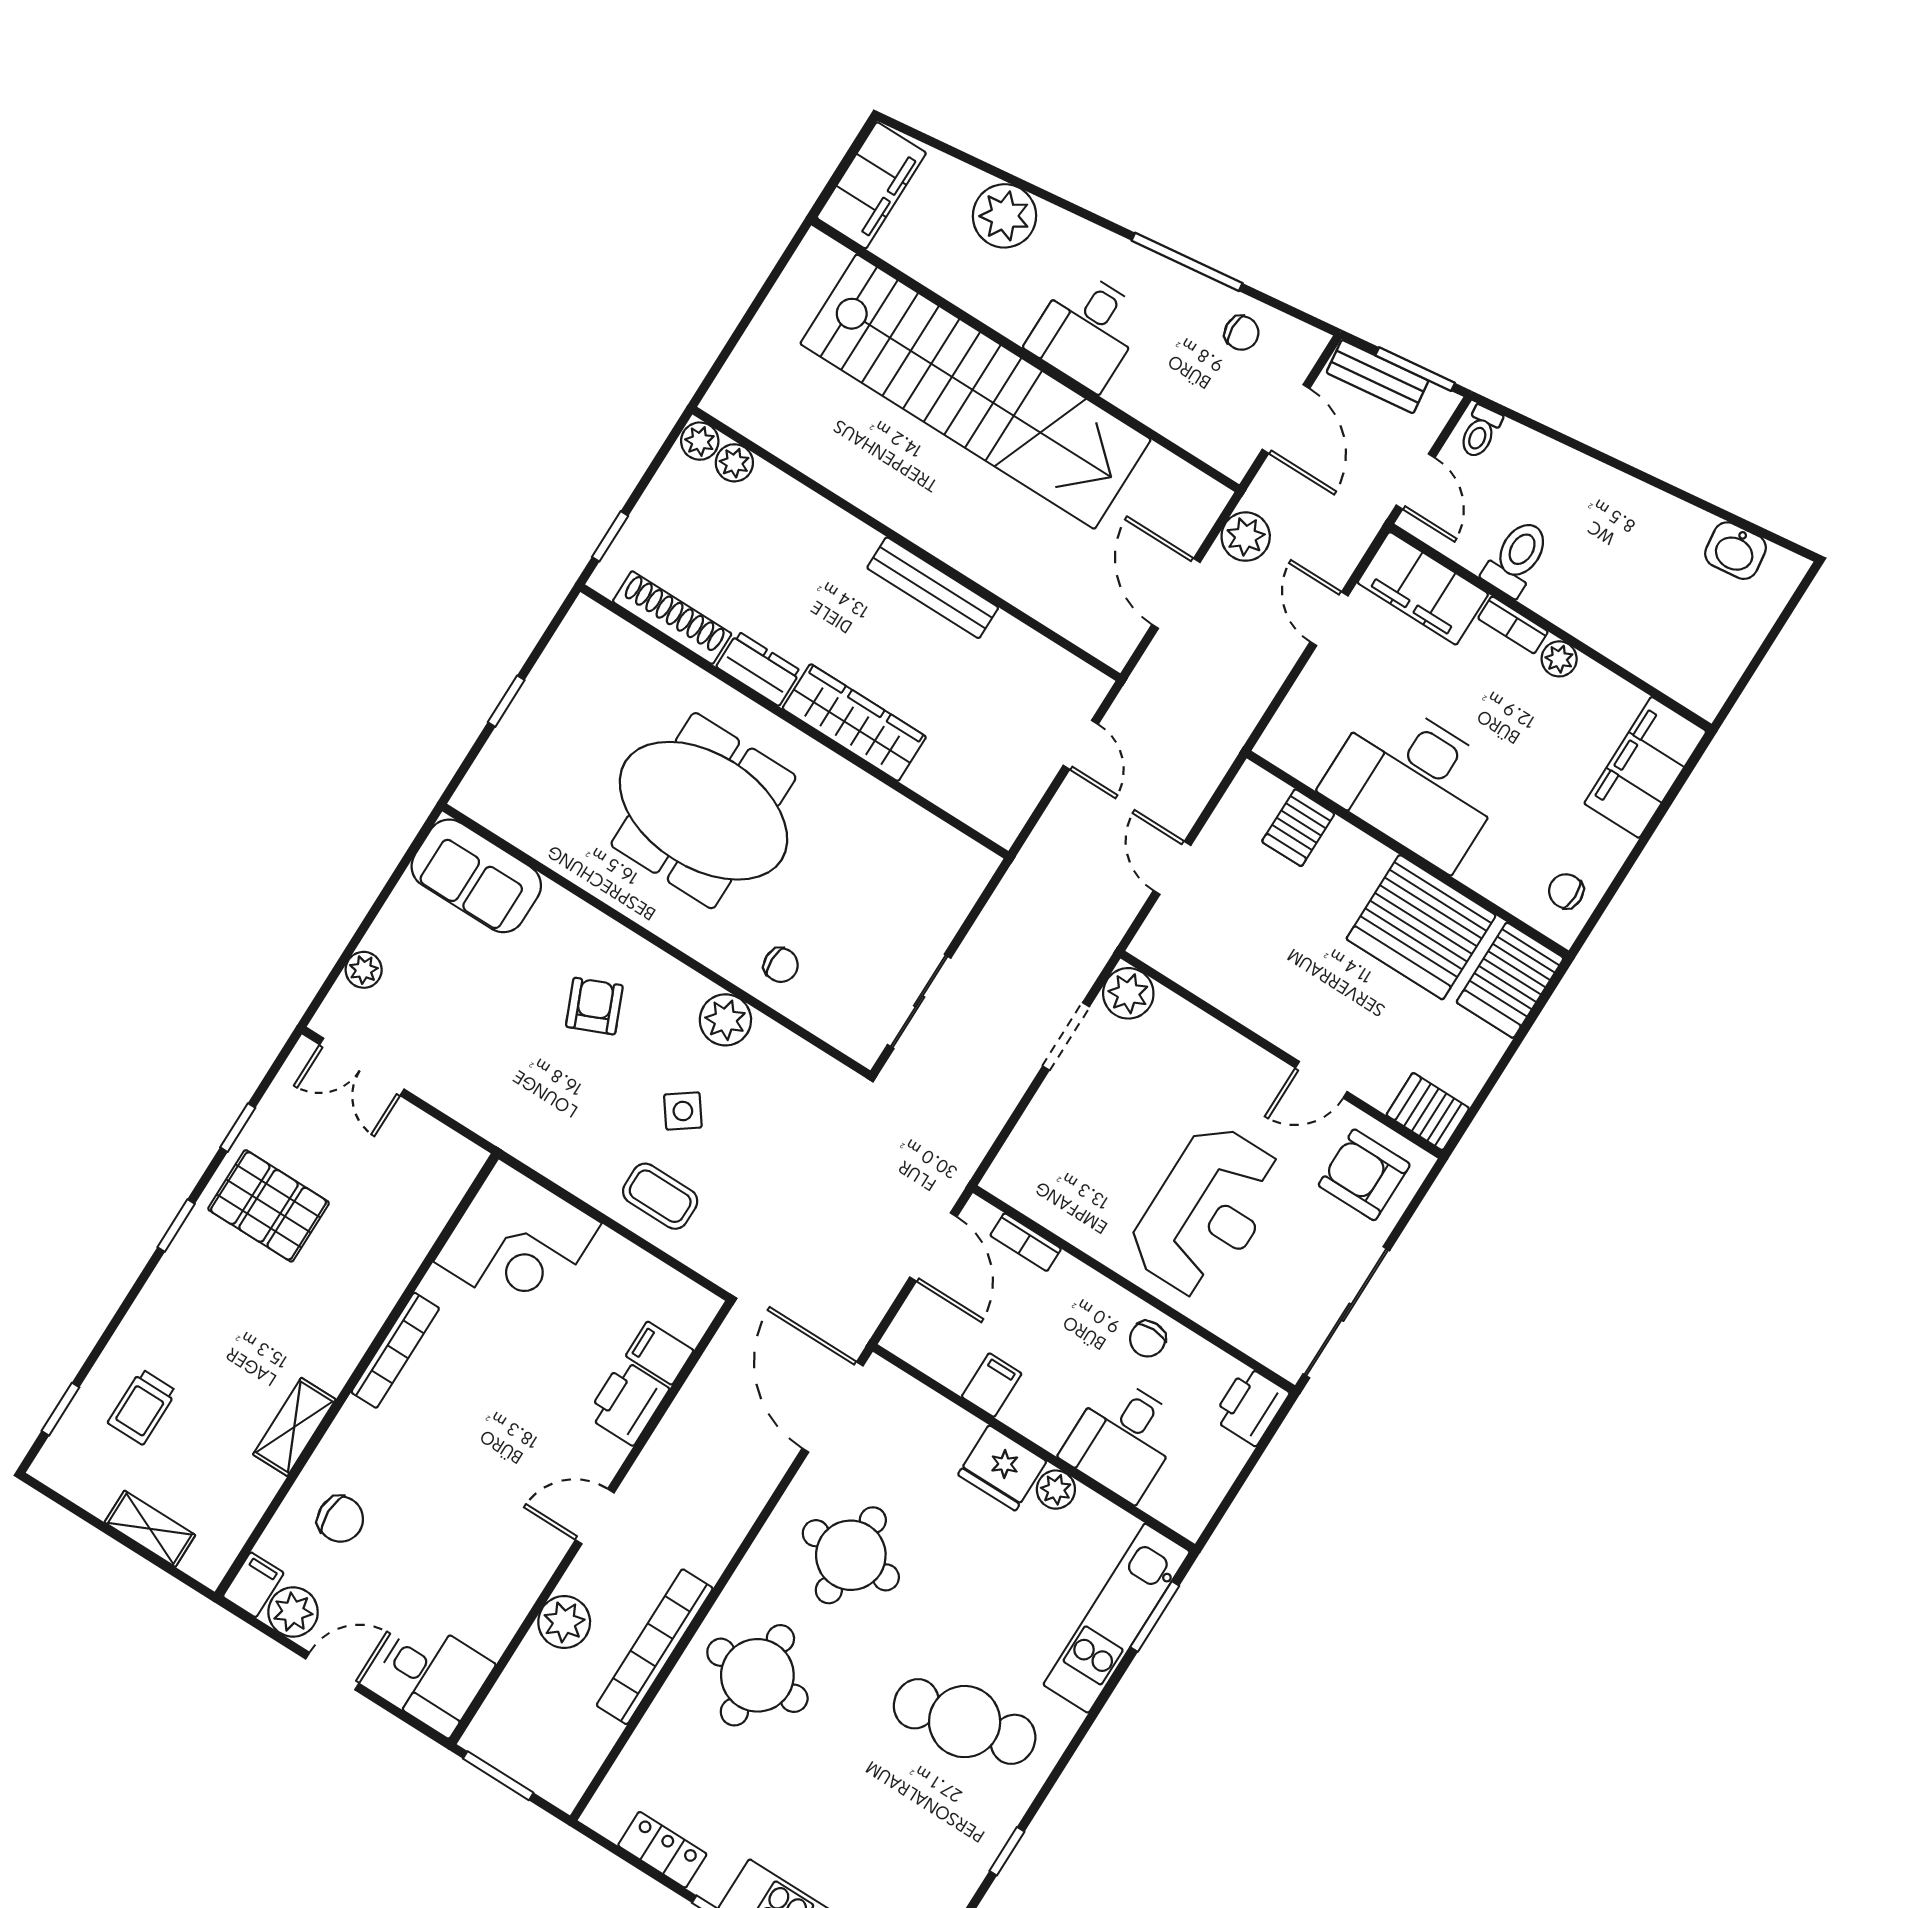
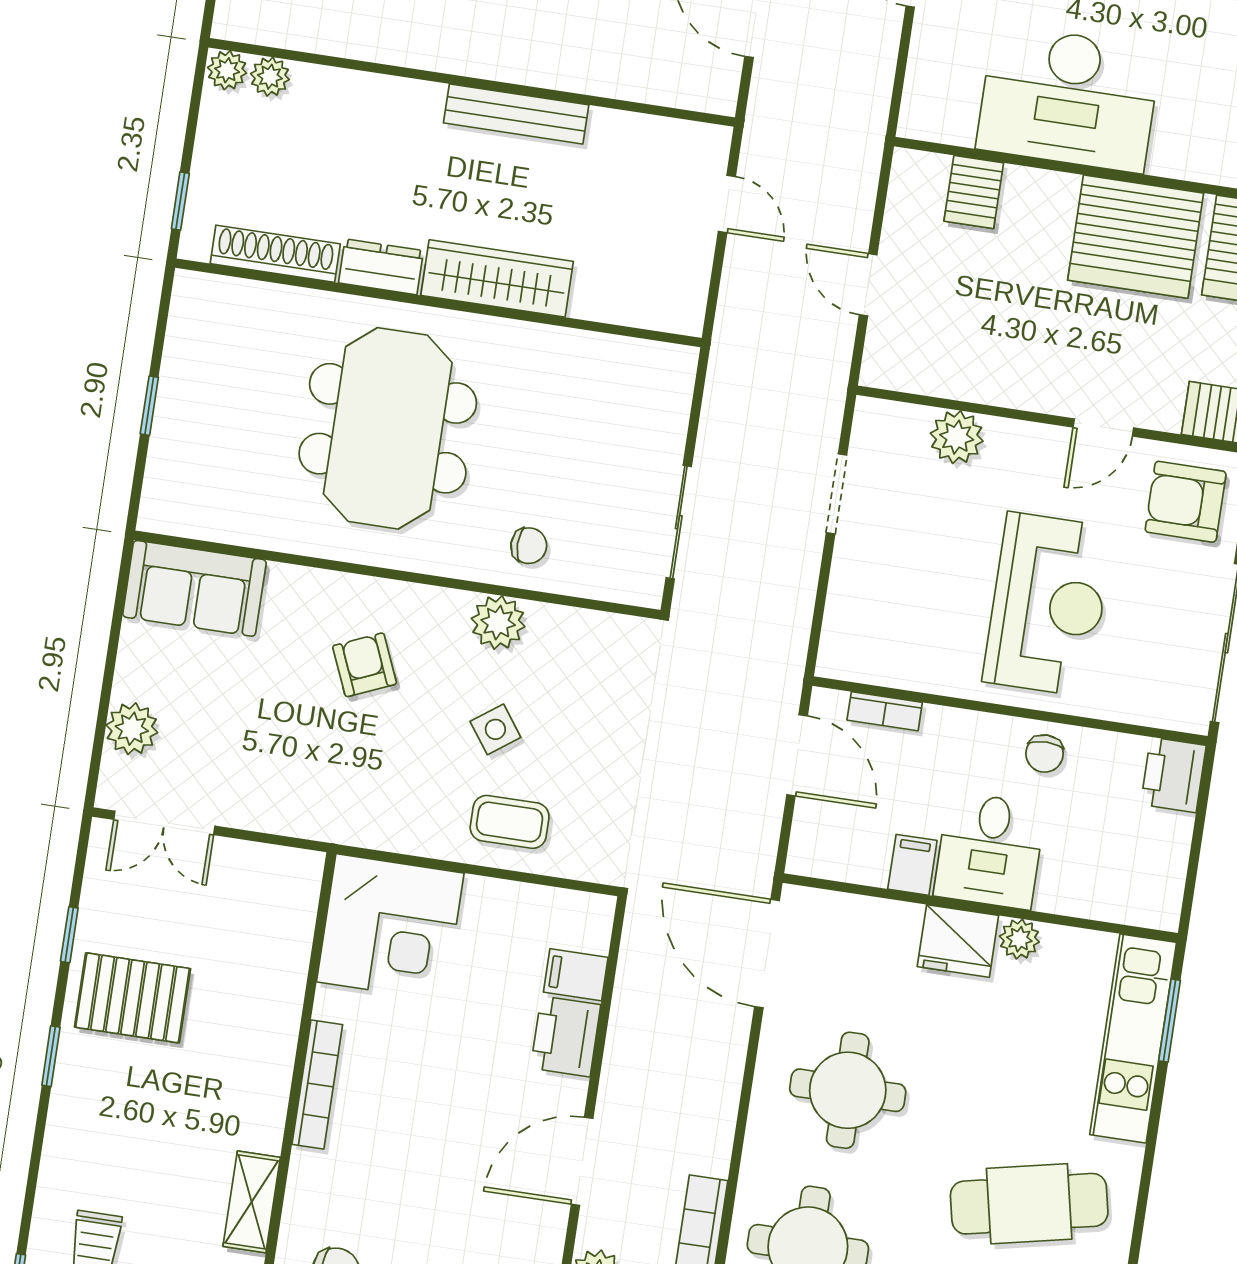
meeting table: (703, 811) -> (388, 428), turned 90
plant: (364, 970) -> (132, 729), width x1.38, depth x1.38
plant: (1128, 993) -> (957, 437), moved
desk: (1123, 1439) -> (990, 850), moved
door: (595, 1516) -> (582, 1161), width x1.38

